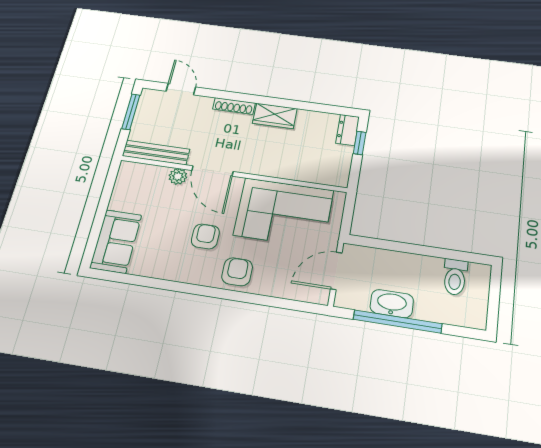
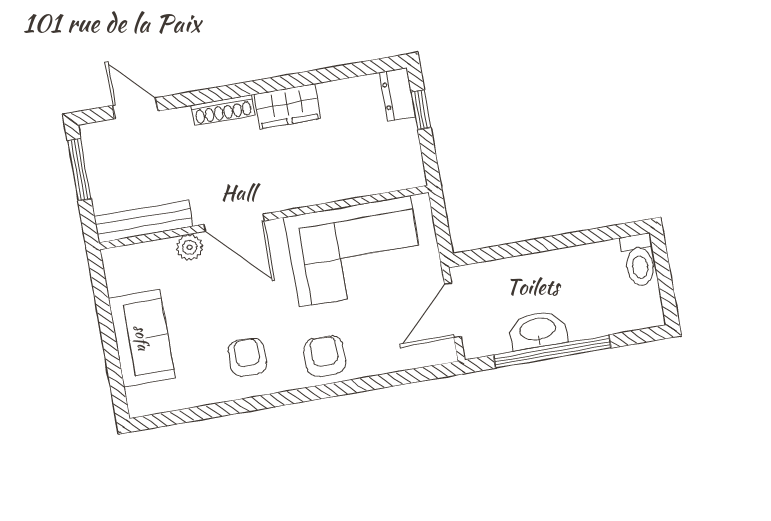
armchair: (205, 236) -> (247, 357), moved
sofa: (116, 241) -> (142, 338), moved
toilet: (455, 277) -> (639, 260), moved

